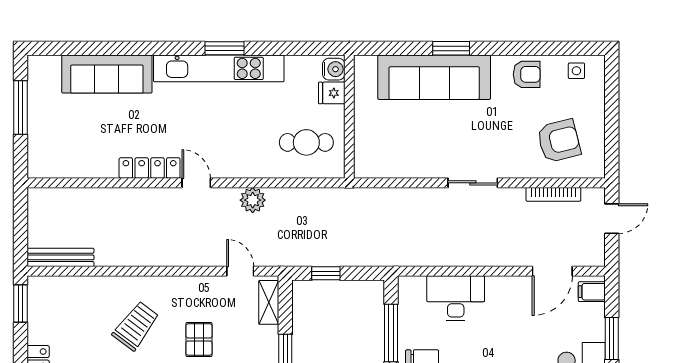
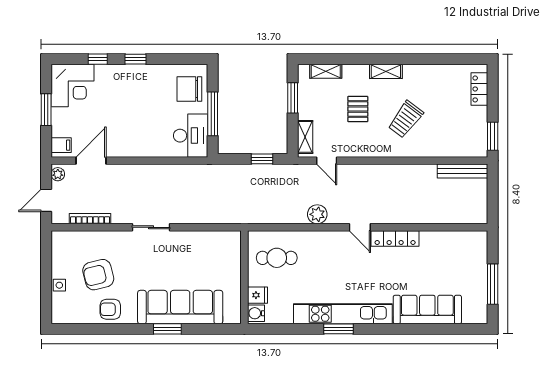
side table: (576, 71) -> (59, 285), moved
armchair: (559, 141) -> (98, 275), moved
plant: (596, 253) -> (58, 174), added
desk: (456, 298) -> (191, 136), moved, turned -90

